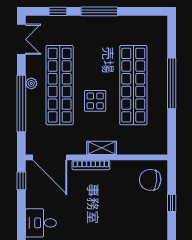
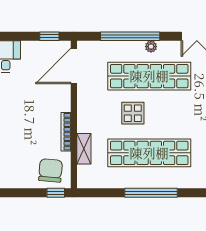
shelving: (102, 148) -> (84, 149), moved
bookcase: (91, 165) -> (66, 132), moved
window: (172, 203) -> (56, 193), moved

